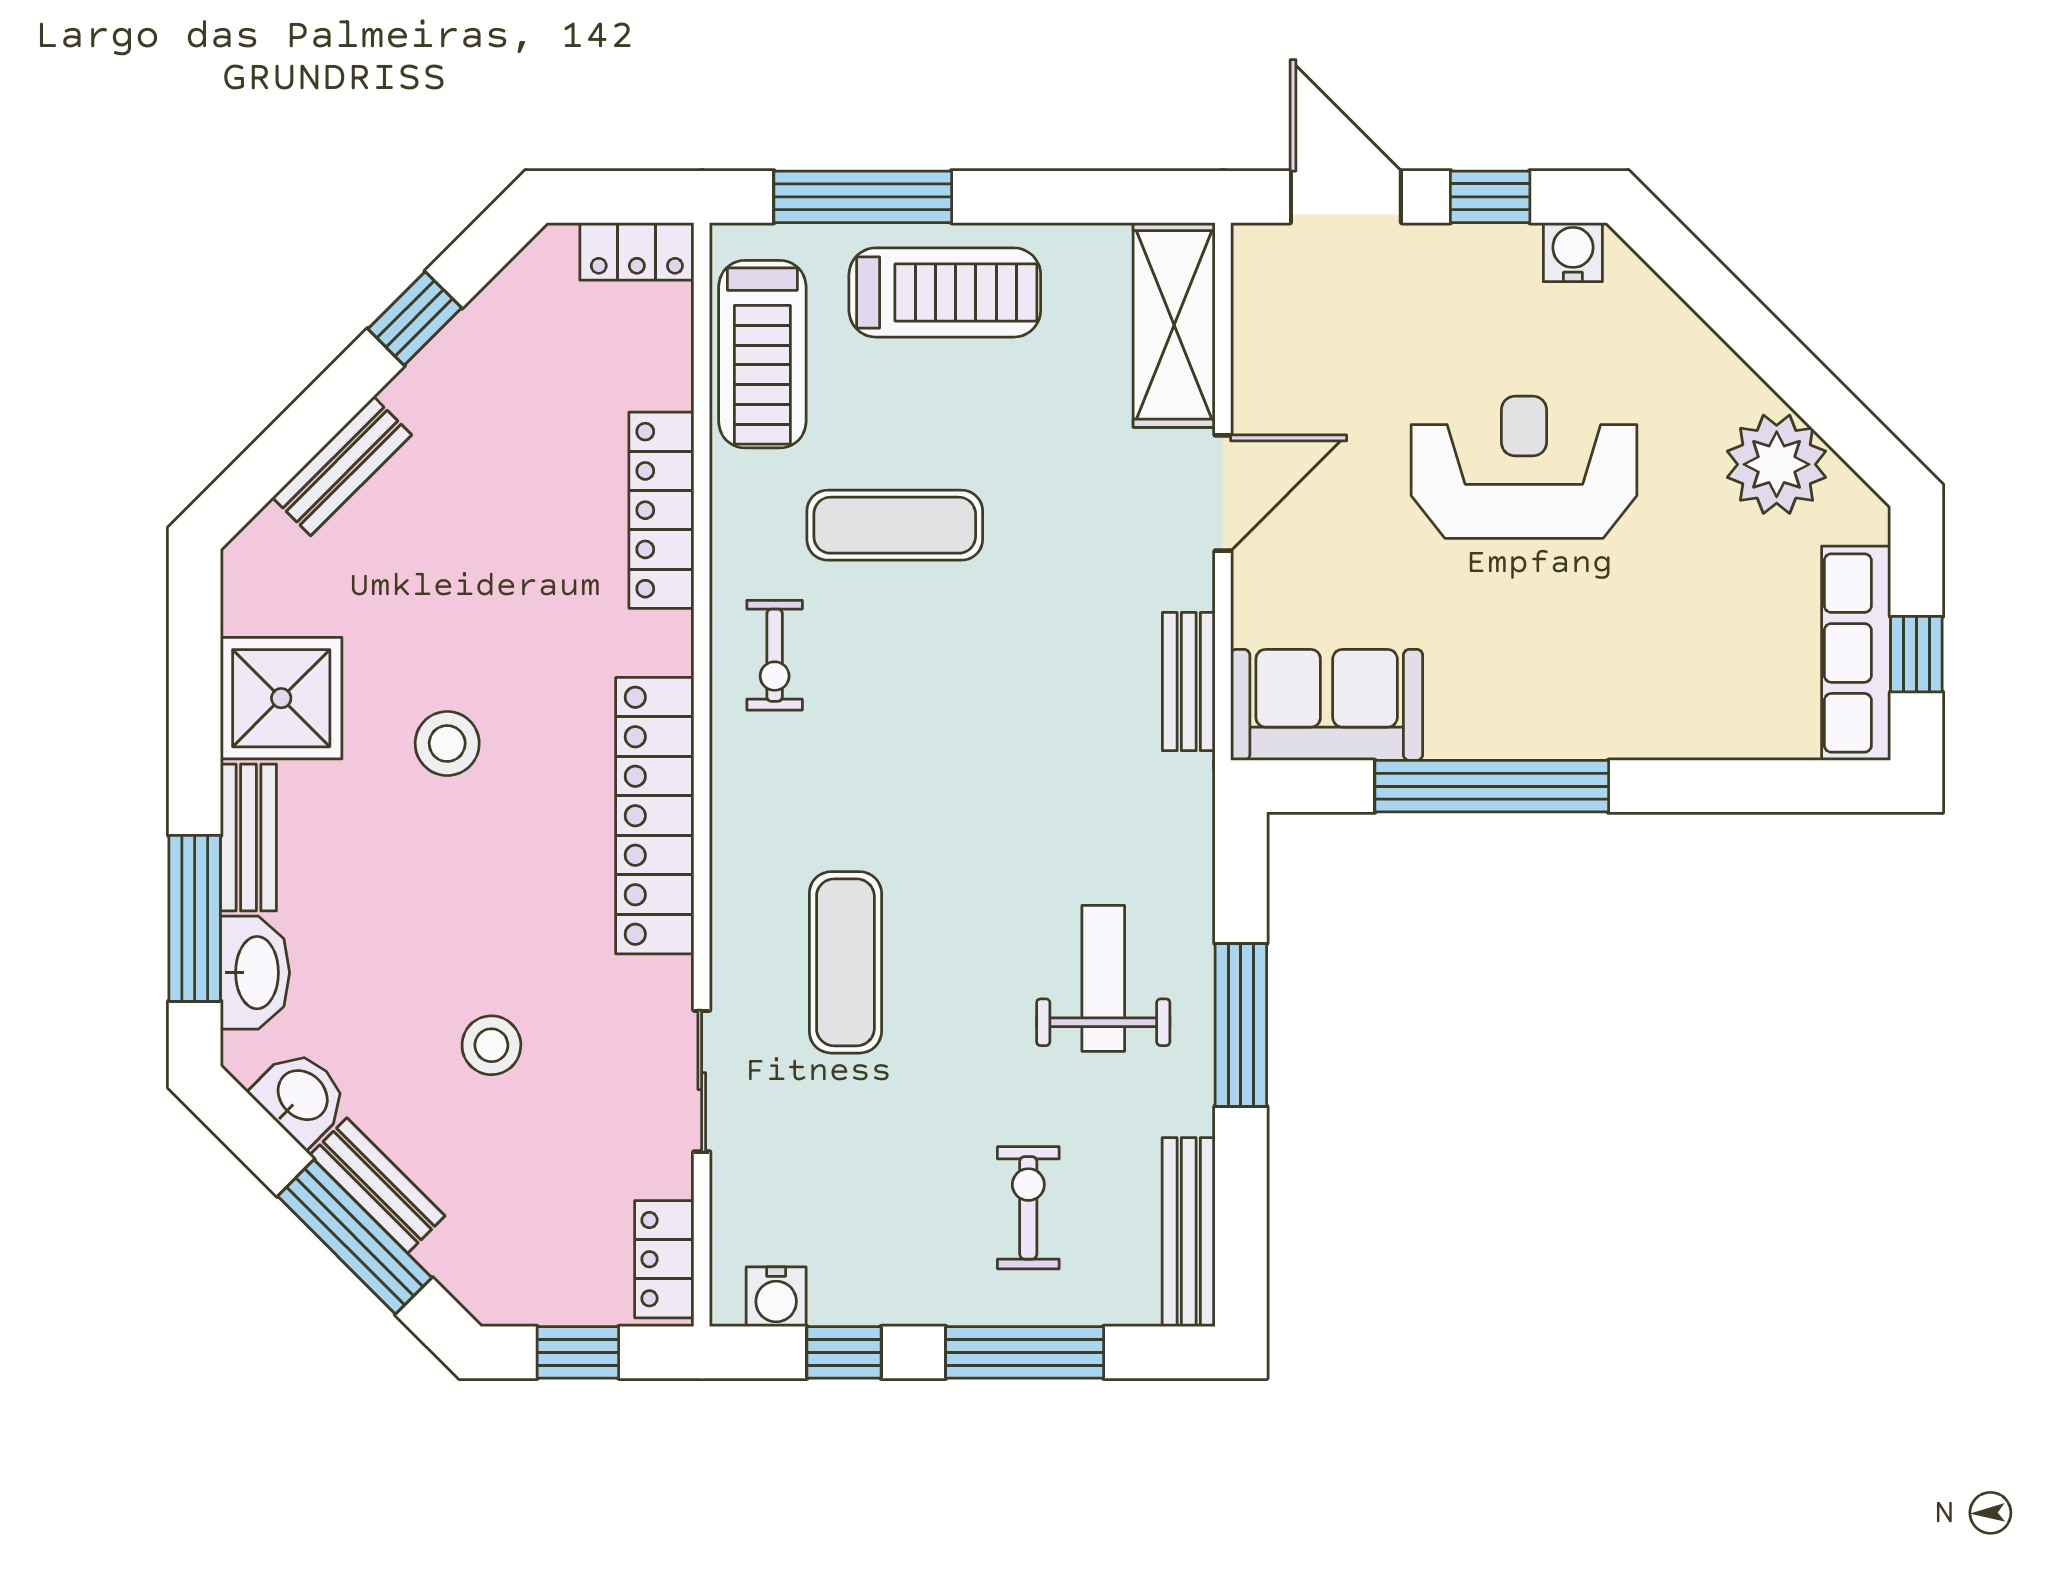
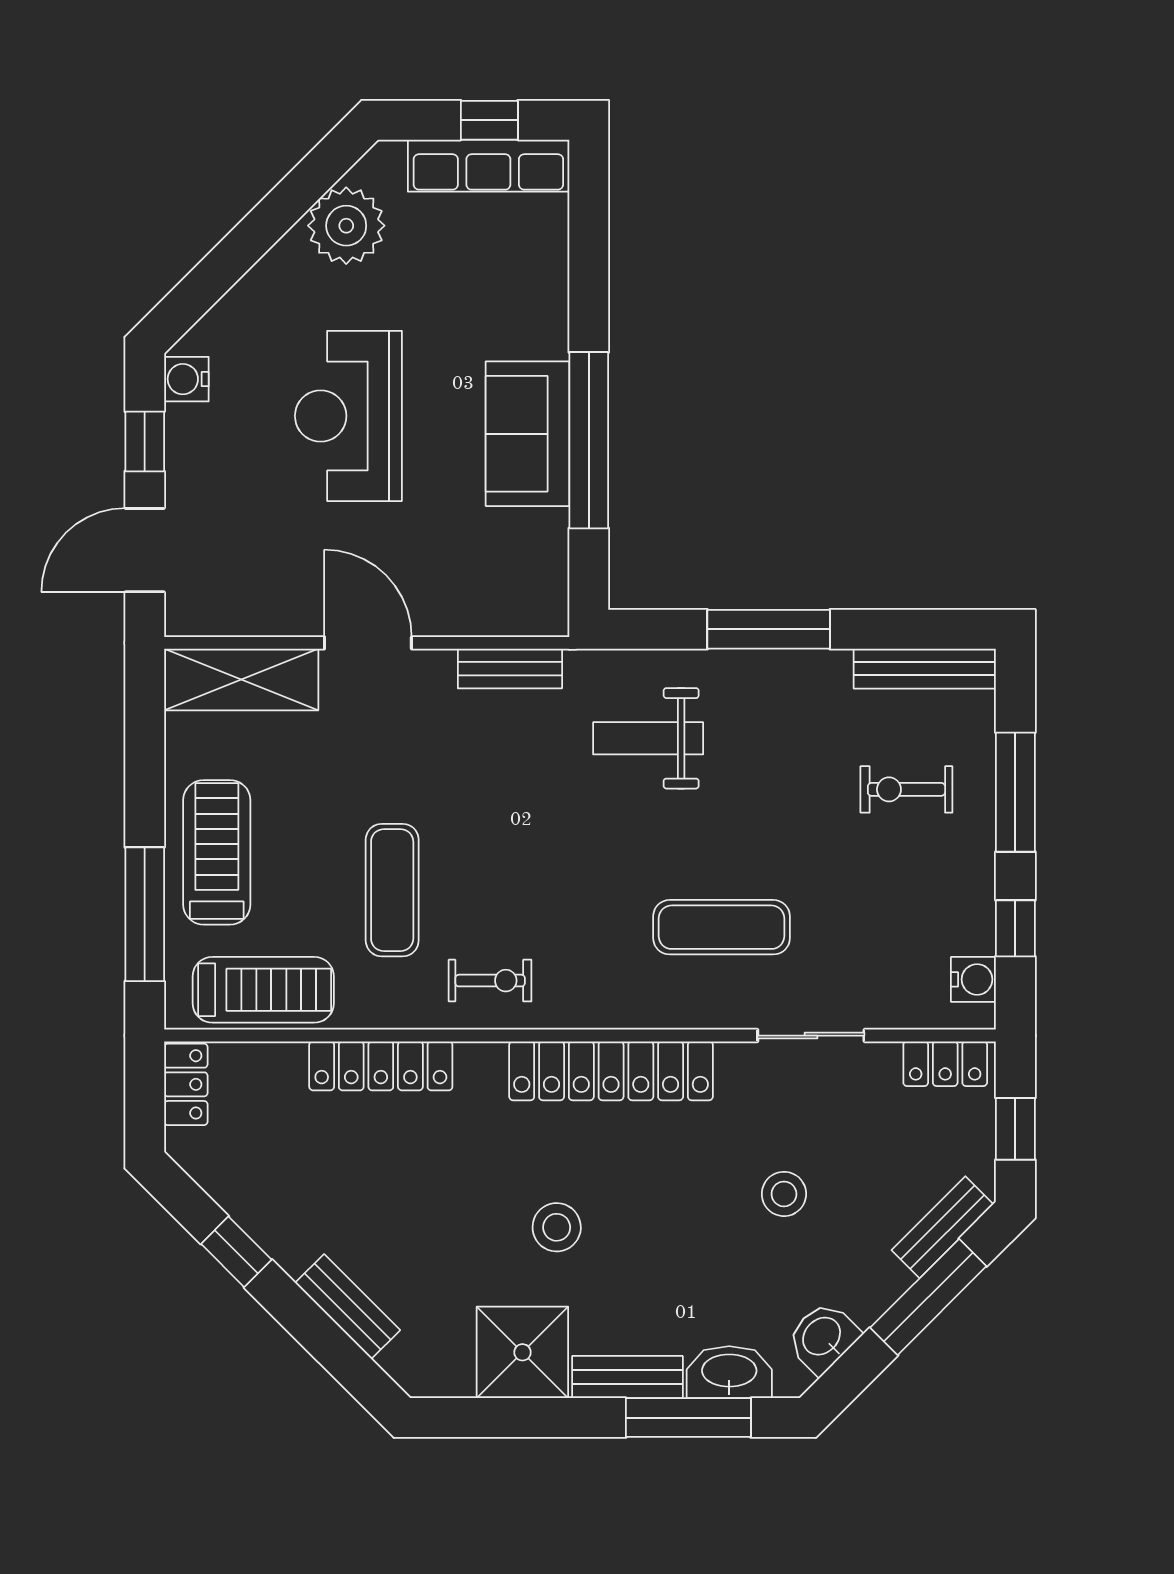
sofa: (1327, 705) -> (528, 434), moved
weight bench: (1103, 978) -> (648, 738), moved
bench: (377, 1186) -> (942, 1227), moved

